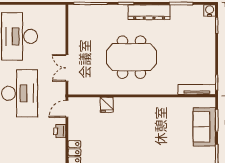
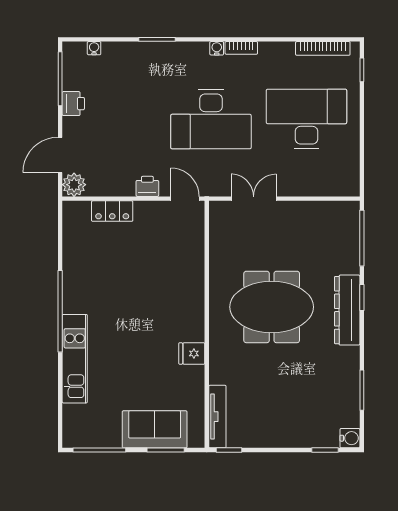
dresser: (149, 12) -> (347, 310), moved
meeting table: (131, 57) -> (272, 307), turned 90
fridge: (107, 105) -> (192, 353), moved

